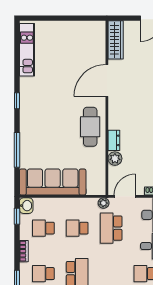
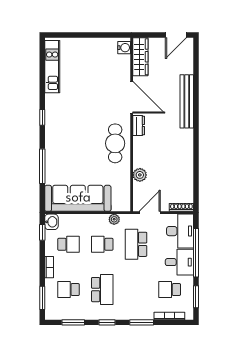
water cooler: (99, 31) -> (124, 48), added
door: (107, 81) -> (132, 97), swing flipped
dresser: (114, 140) -> (139, 126), moved
plant: (104, 203) -> (114, 219), moved
school desk: (43, 228) -> (69, 244), turned 180

